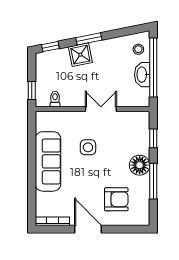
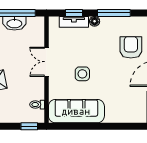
tv unit: (144, 138) -> (74, 22), added
sofa: (48, 161) -> (76, 111), moved
floor lamp: (140, 165) -> (95, 21), width x0.53, depth x0.53

